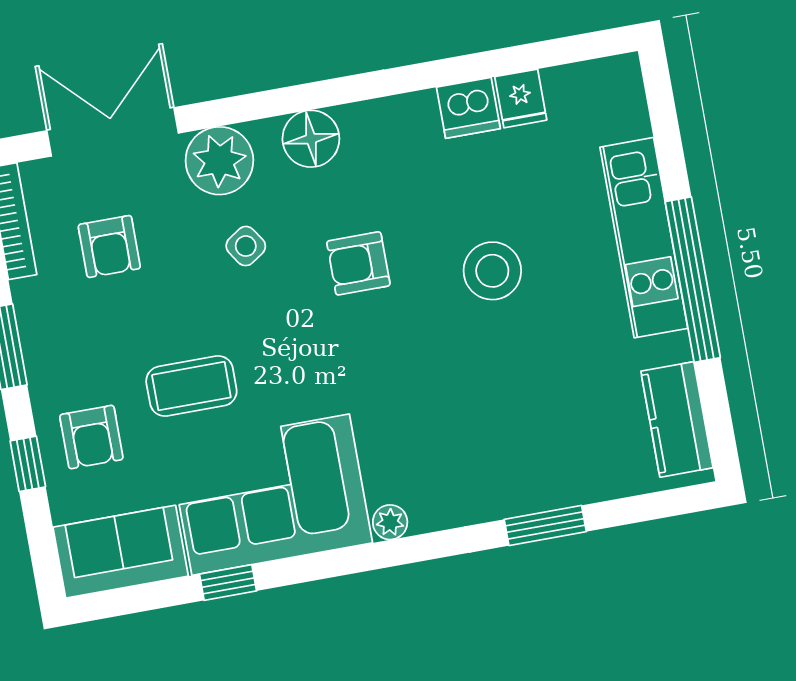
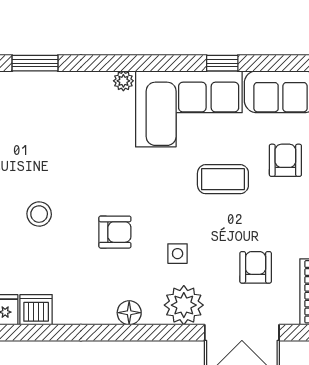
floor lamp: (311, 139) -> (129, 313), width x0.73, depth x0.73
side table: (246, 246) -> (178, 254), turned 34
stool: (492, 271) -> (39, 214), width x0.73, depth x0.73

